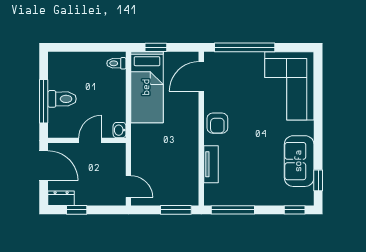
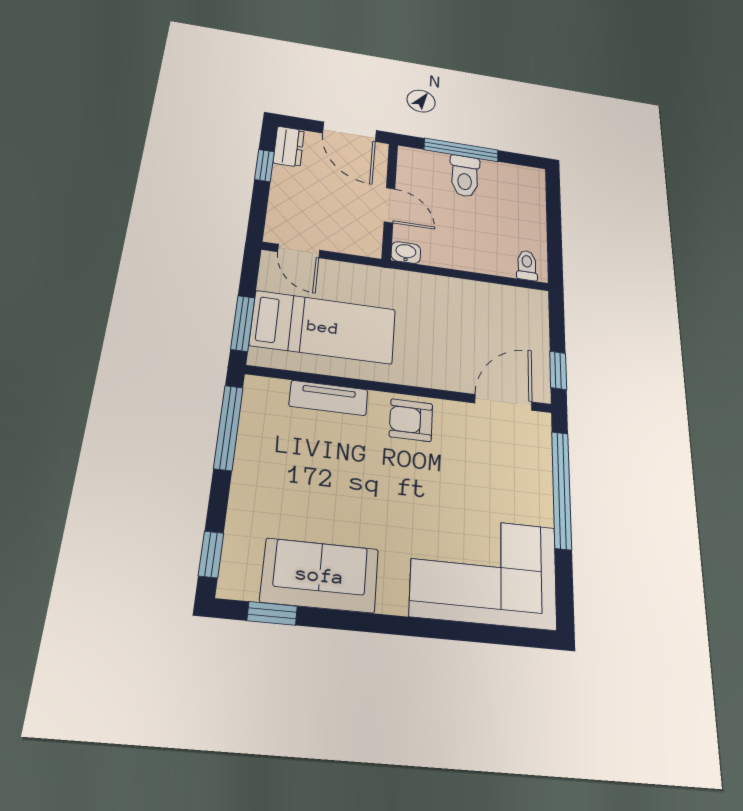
window: (156, 47) -> (558, 370), moved
door: (201, 76) -> (504, 402), hinge flipped
bed: (147, 87) -> (323, 327), moved, turned 180
door: (44, 166) -> (350, 132), hinge flipped
door: (128, 186) -> (299, 251), hinge flipped

